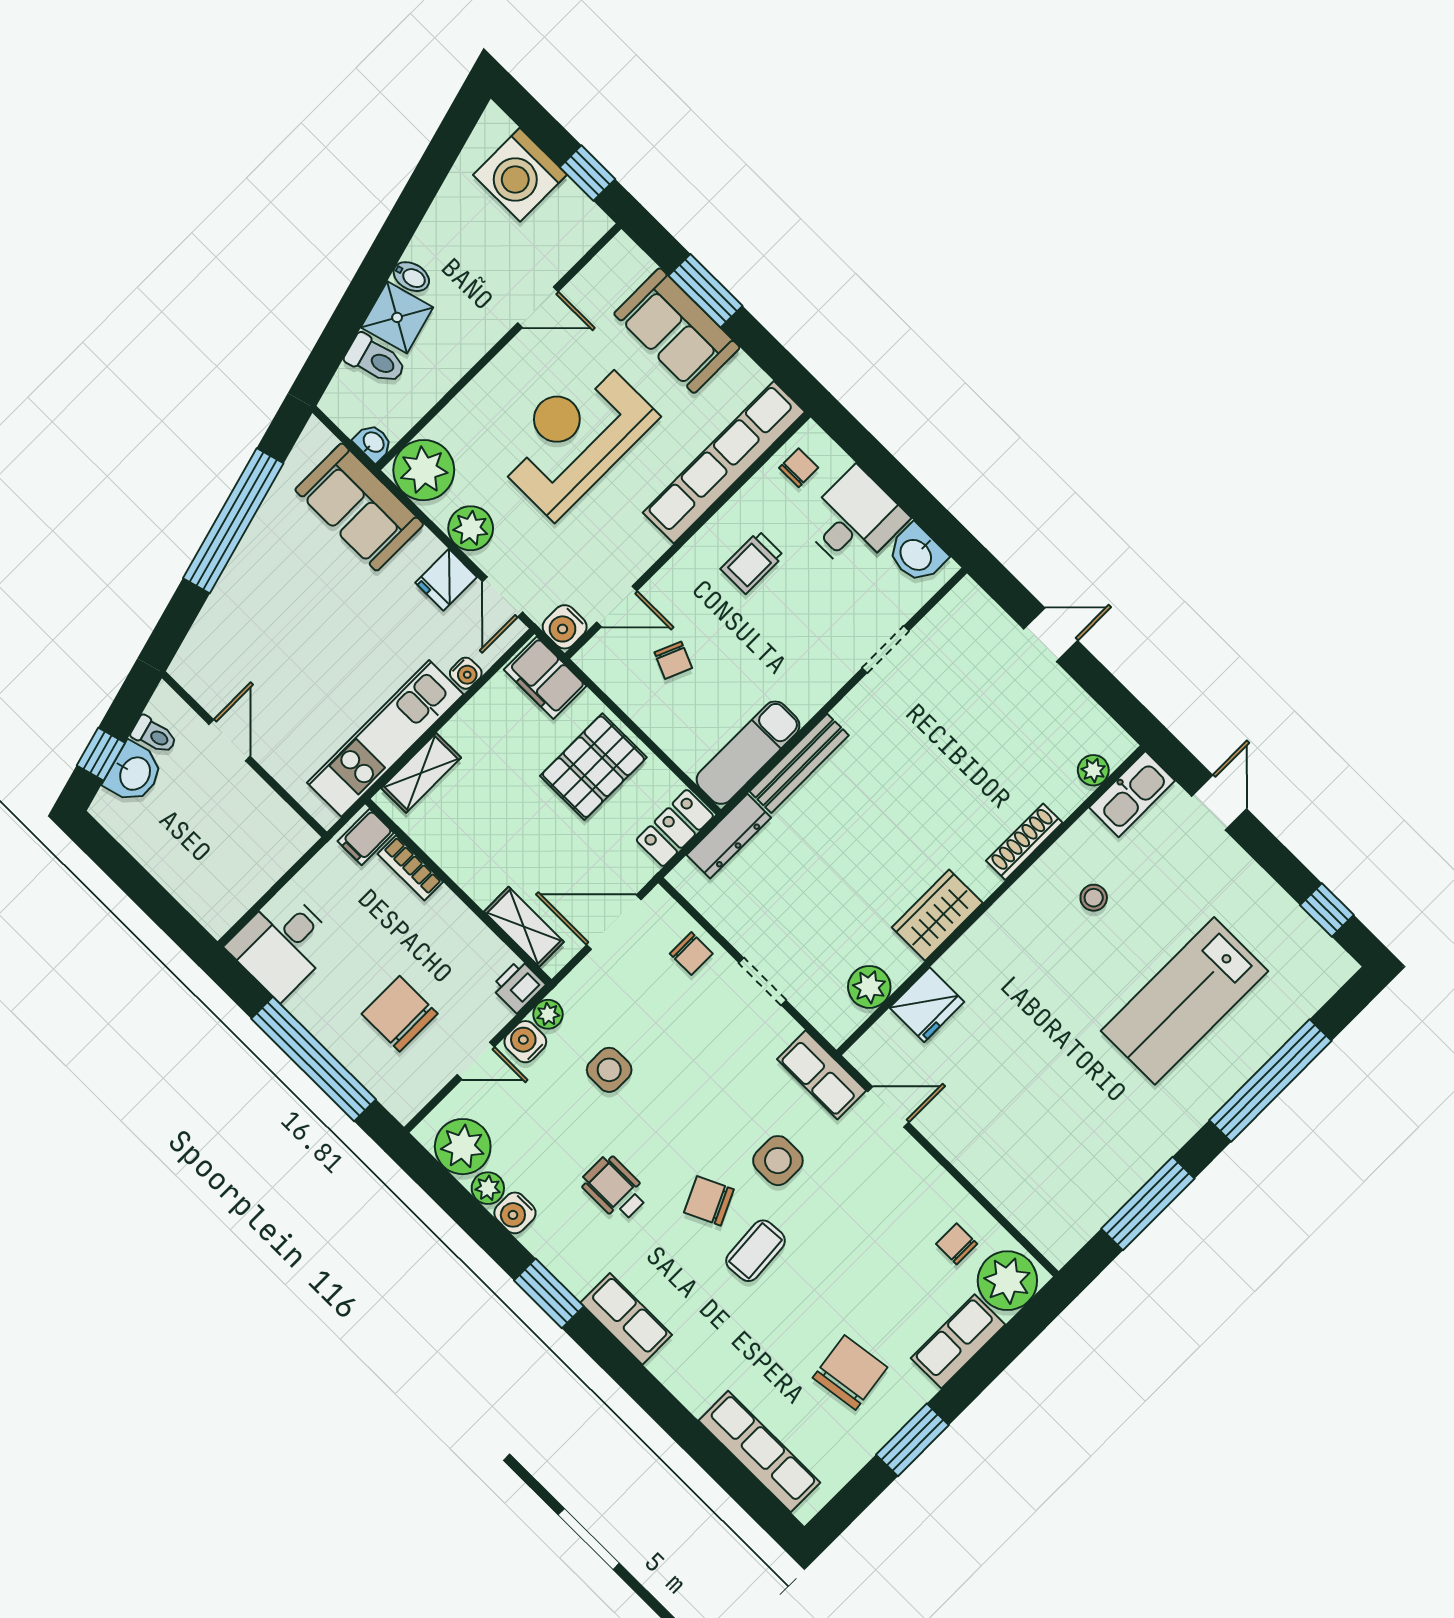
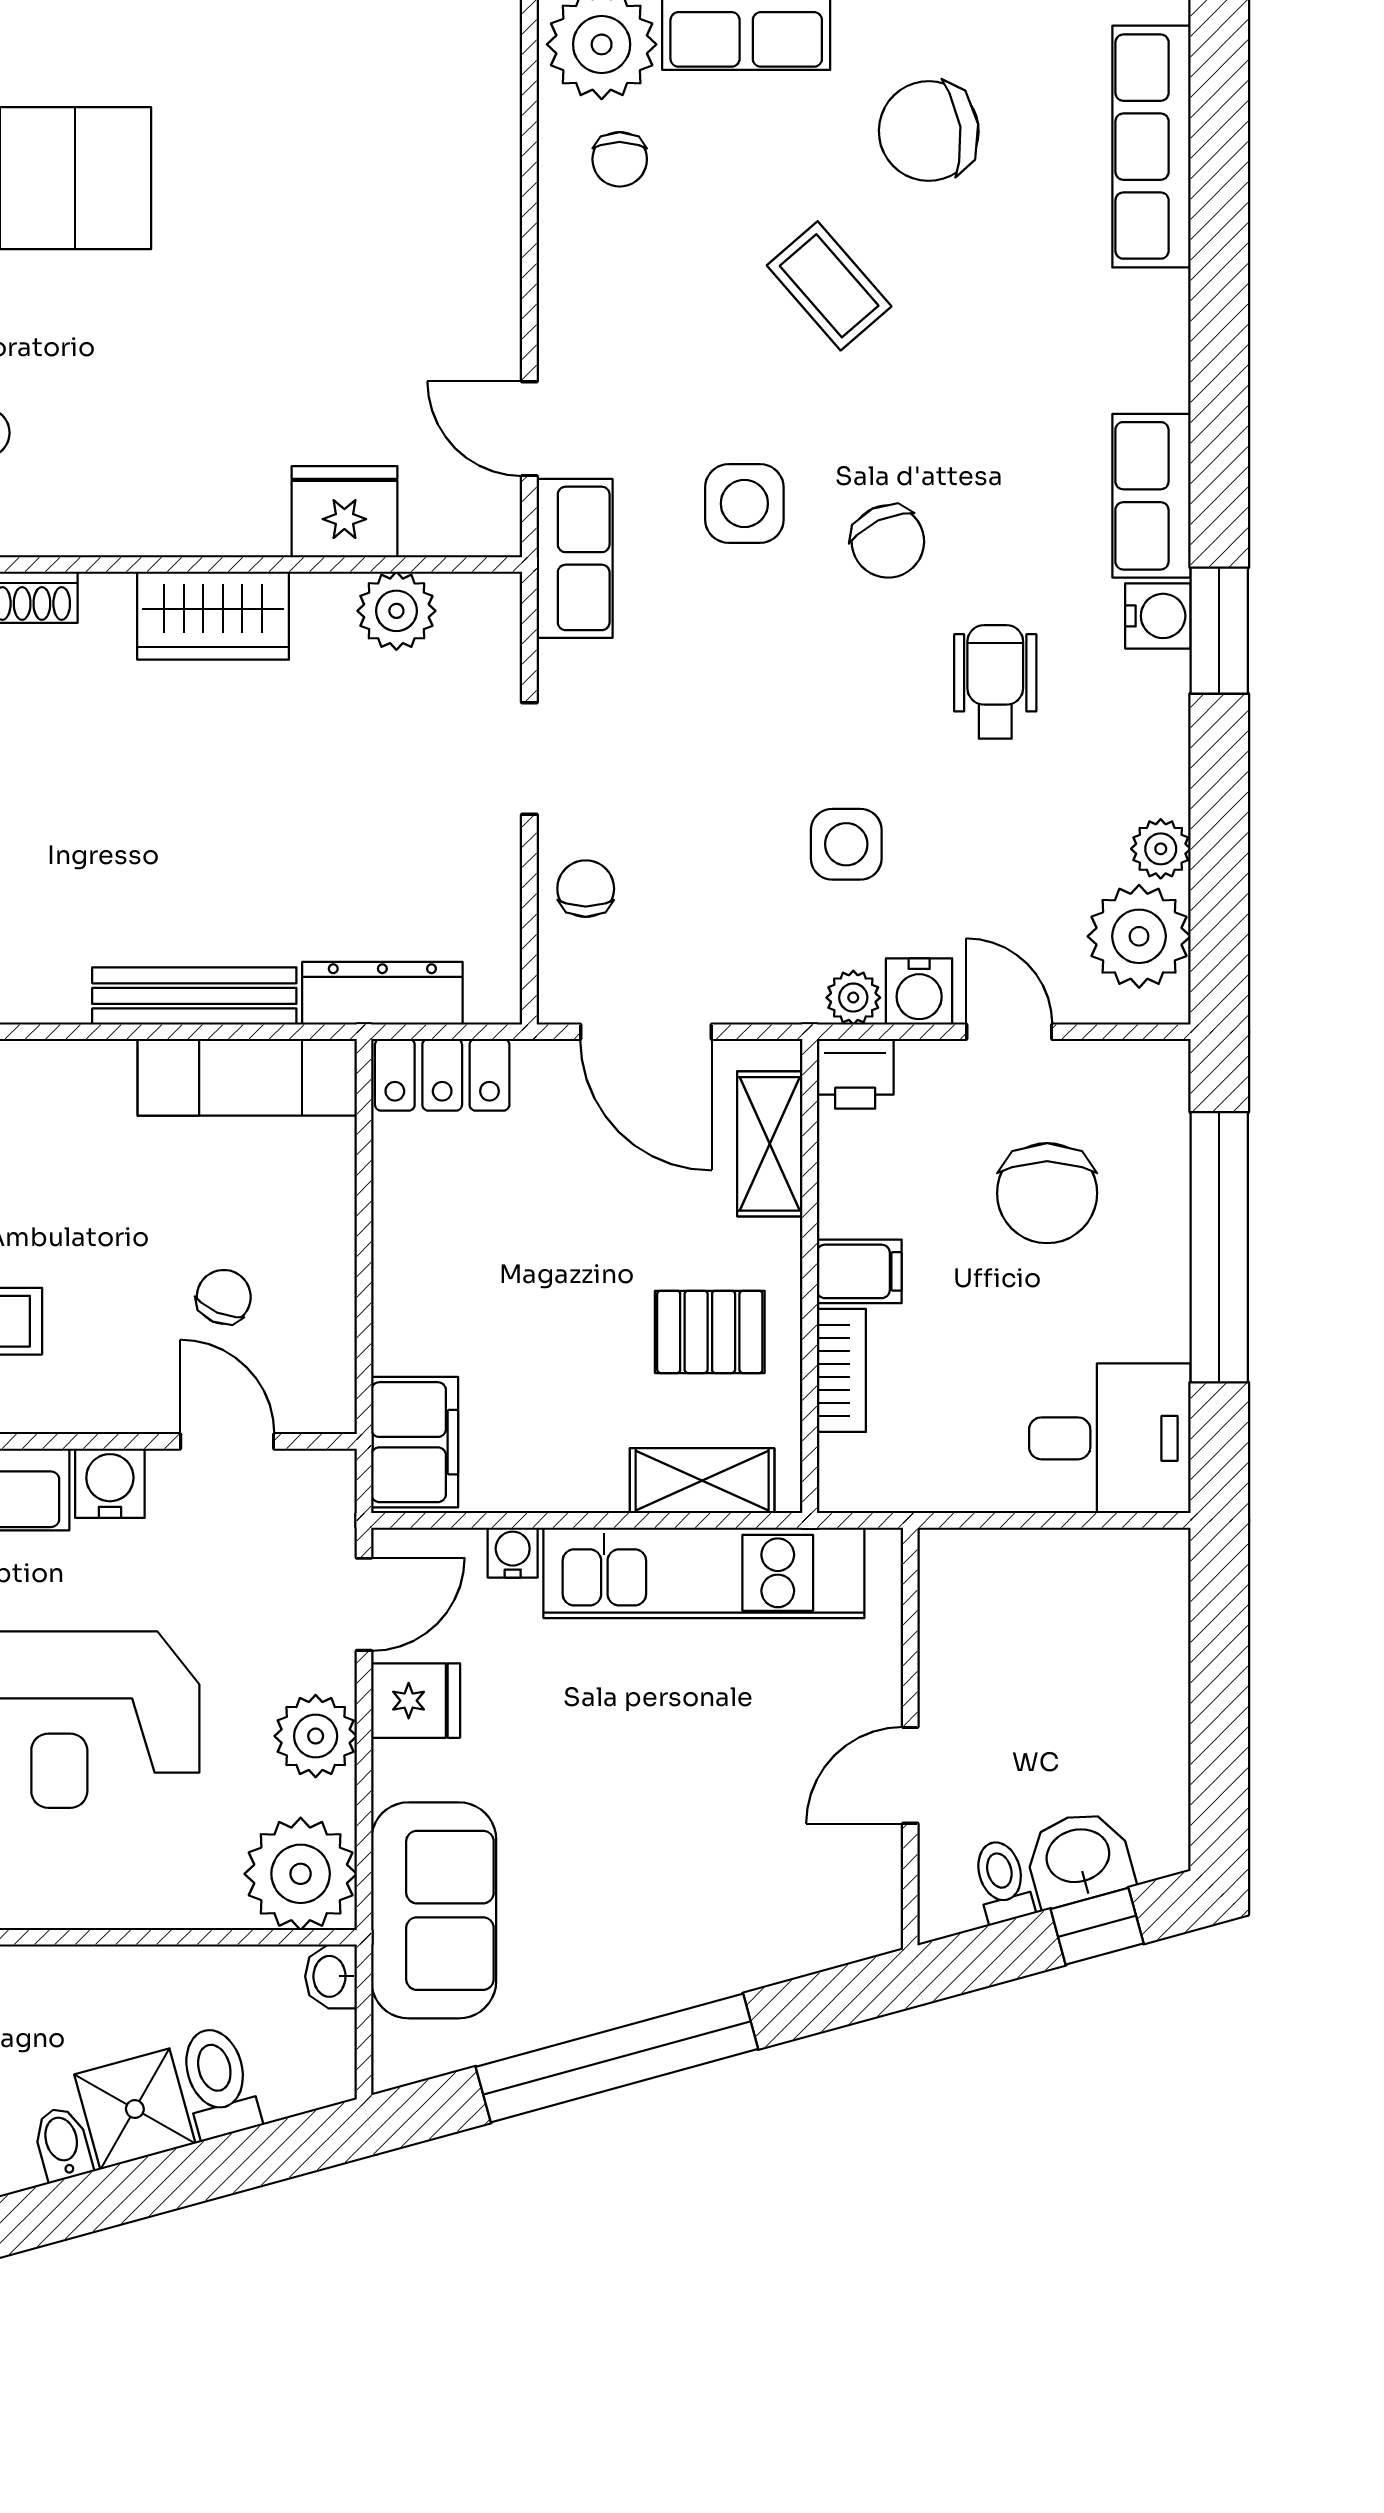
water cooler: (565, 627) -> (110, 1483), moved, turned -90
pallet: (593, 767) -> (710, 1332), moved, width x0.67, depth x0.71
filing cabinet: (366, 837) -> (859, 1271), moved
wheelchair: (614, 1188) -> (995, 682), turned 180
water cooler: (515, 1213) -> (1158, 616), moved
coffee table: (756, 1251) -> (829, 286), moved, turned 53

